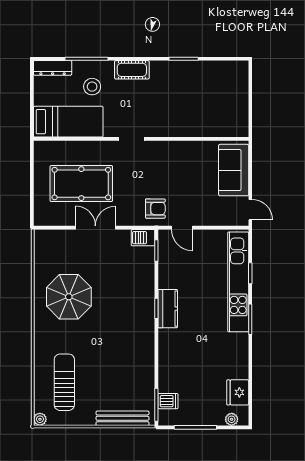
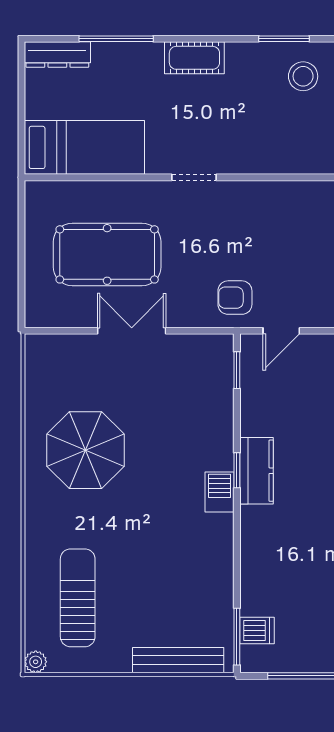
stool: (92, 87) -> (303, 76), moved
armchair: (155, 209) -> (235, 298), turned 180
door: (182, 228) -> (281, 331), hinge flipped
barbecue: (143, 238) -> (220, 492), moved, turned 90

